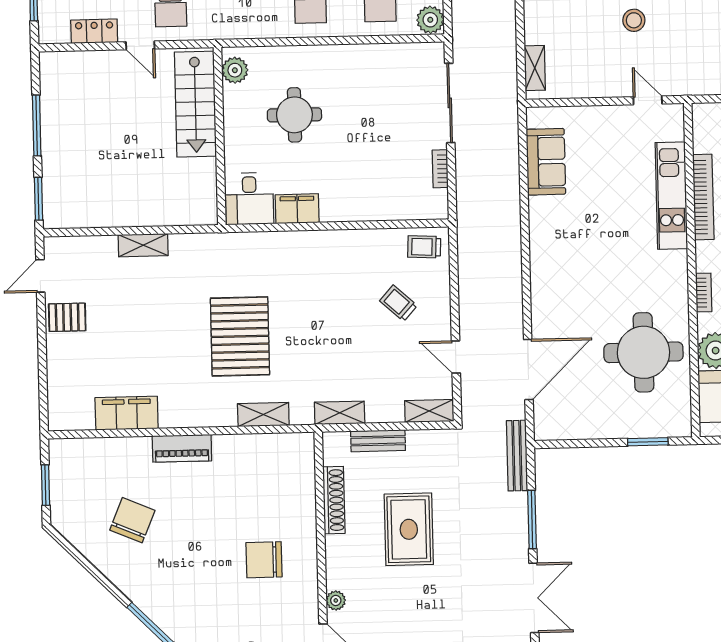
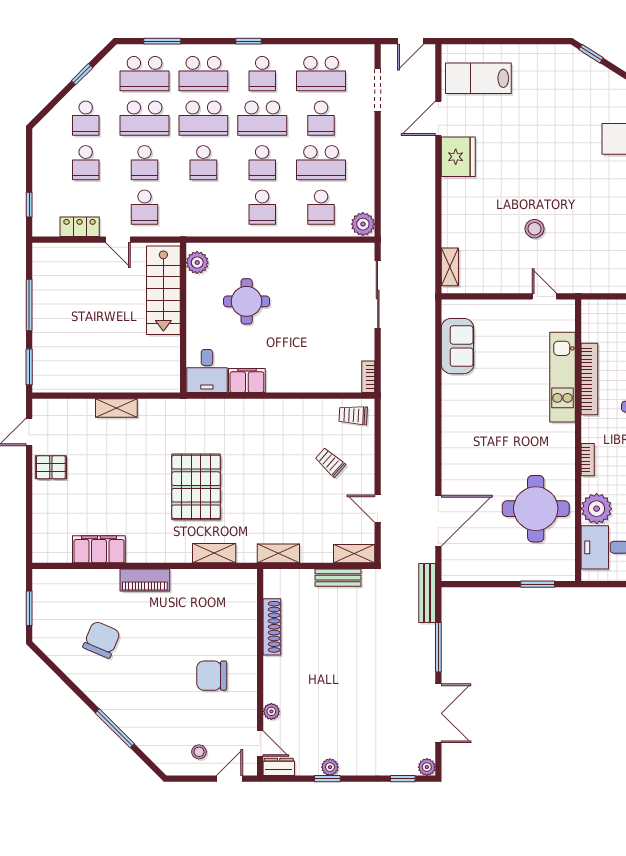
bookcase: (440, 169) -> (368, 377), moved
bench: (378, 441) -> (338, 578), moved
rug: (409, 529) -> (334, 653), removed

